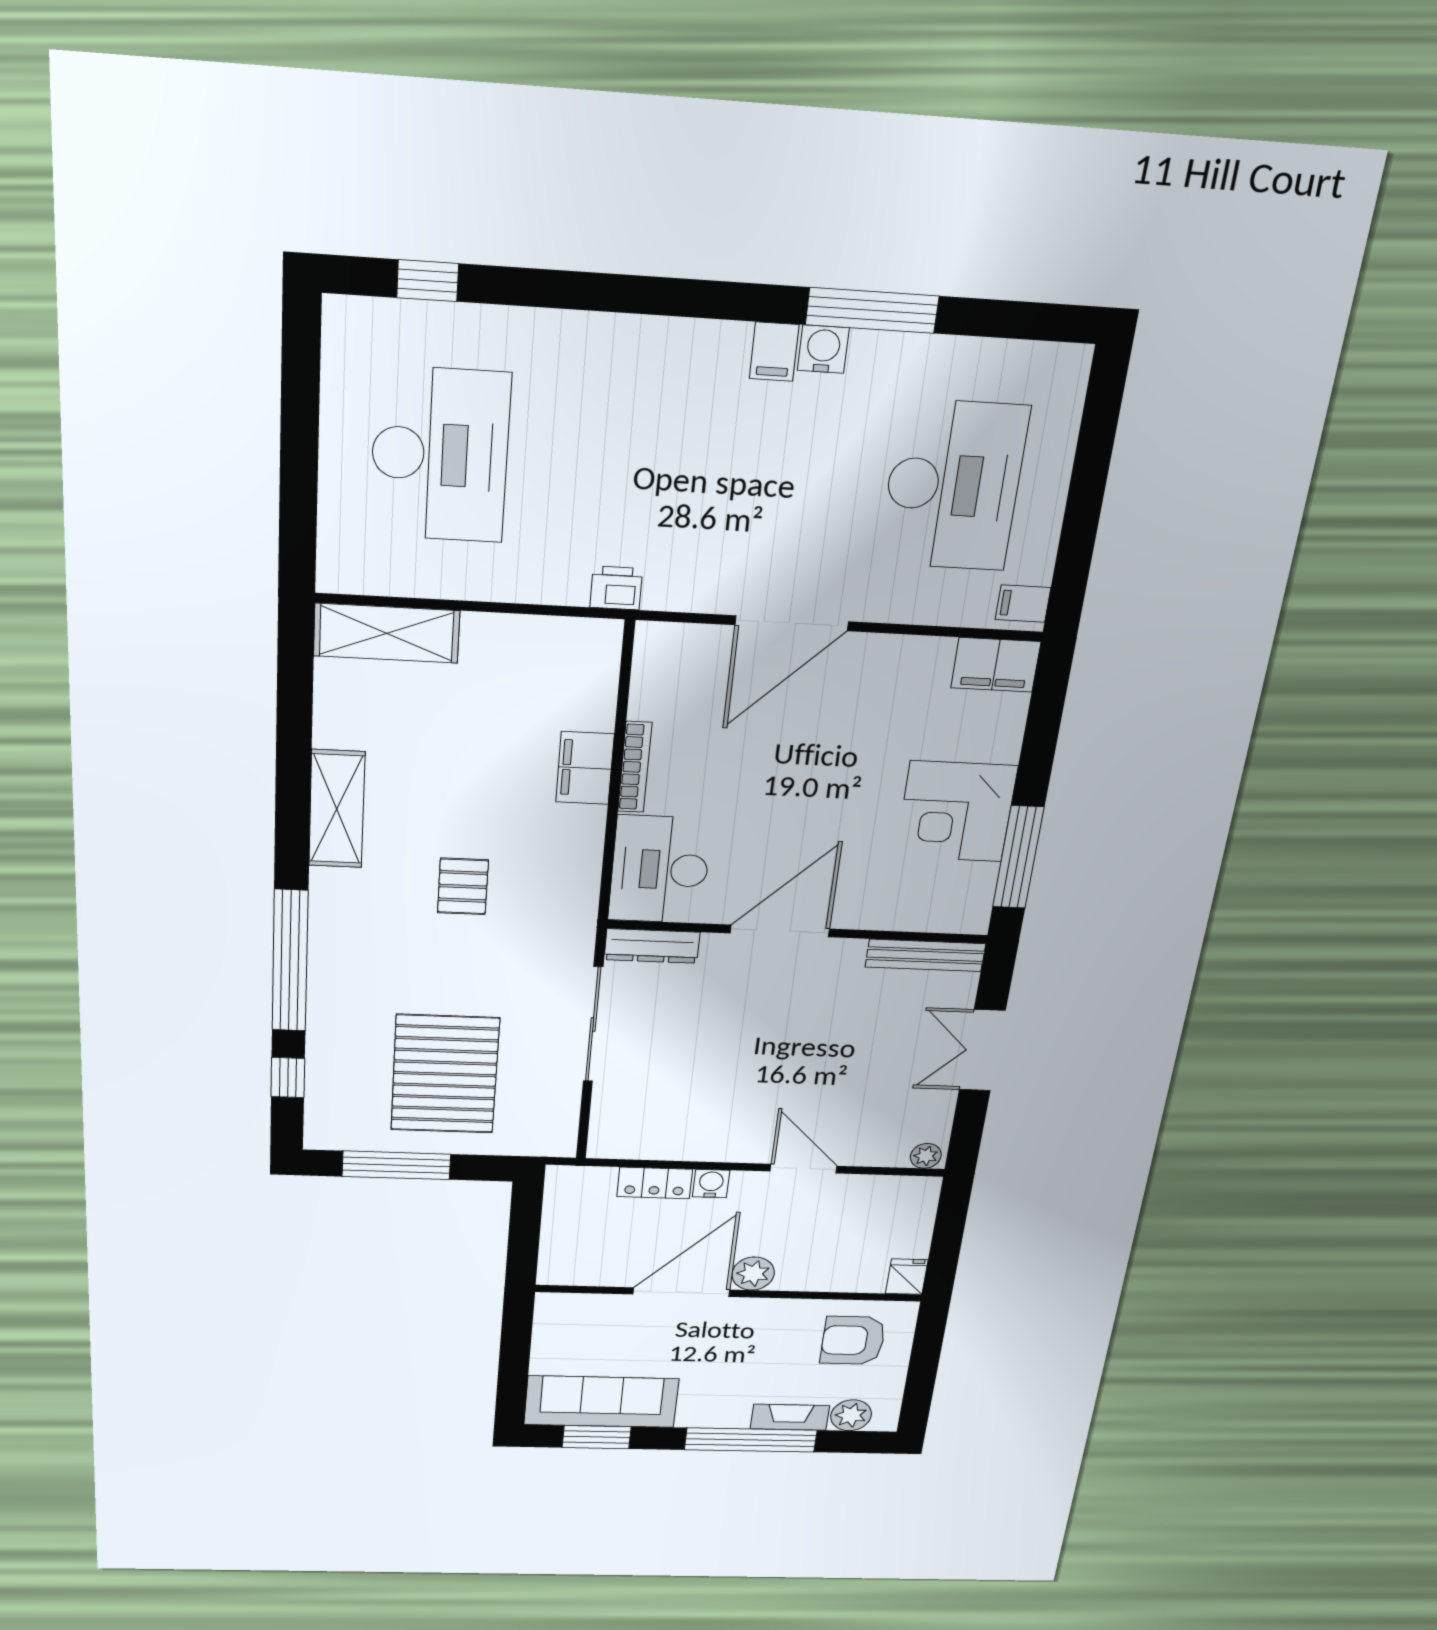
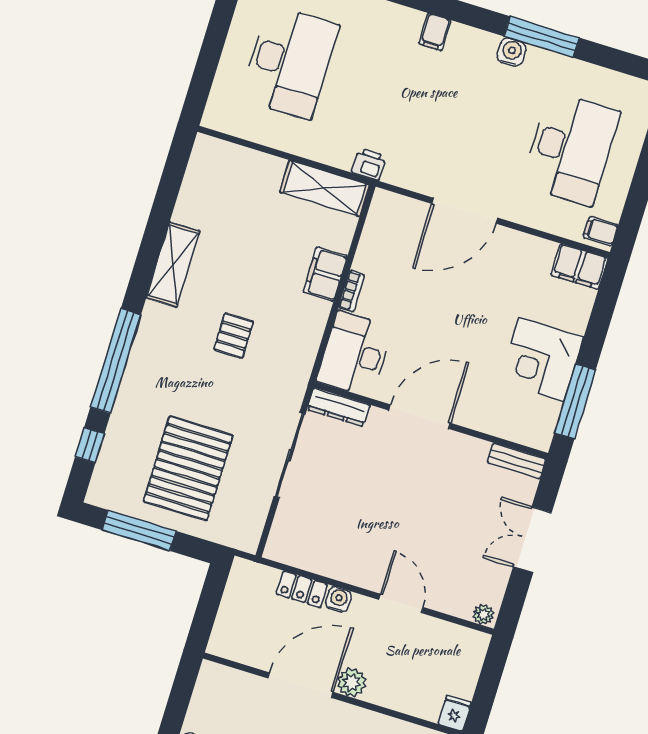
filing cabinet: (774, 352) -> (435, 32), moved
shelving: (387, 633) -> (325, 188), moved
bookcase: (635, 767) -> (351, 291), width x0.64
bench: (925, 955) -> (517, 461), width x0.73

